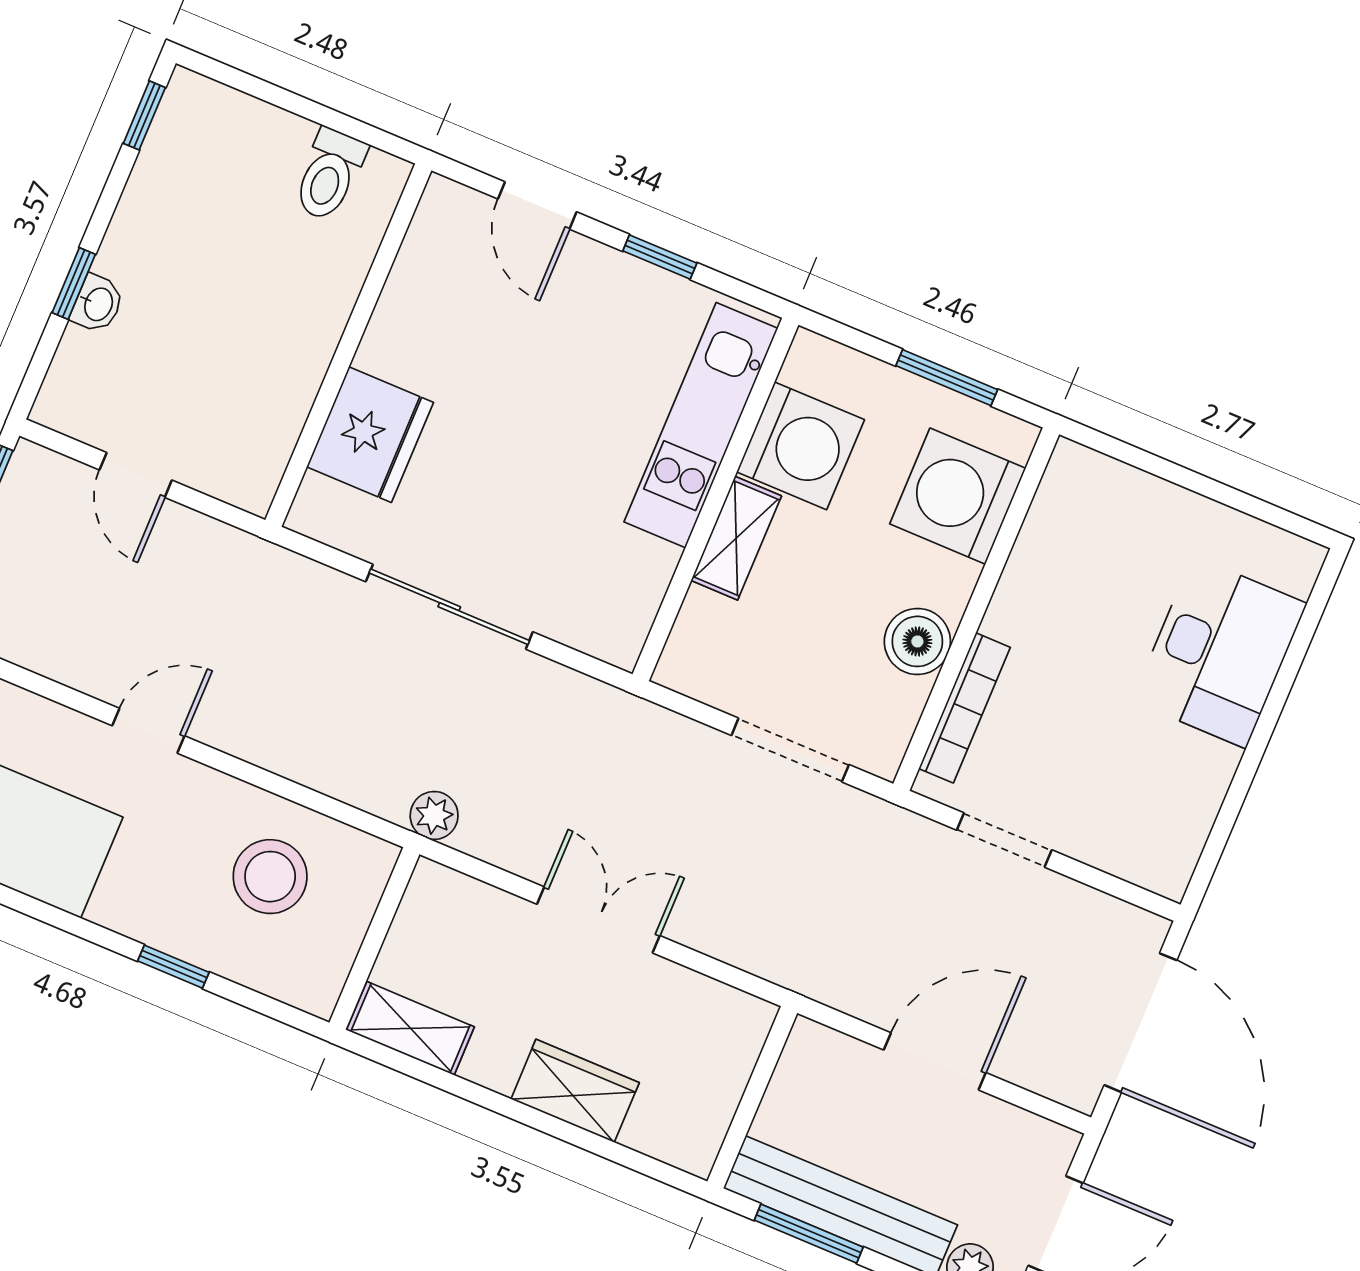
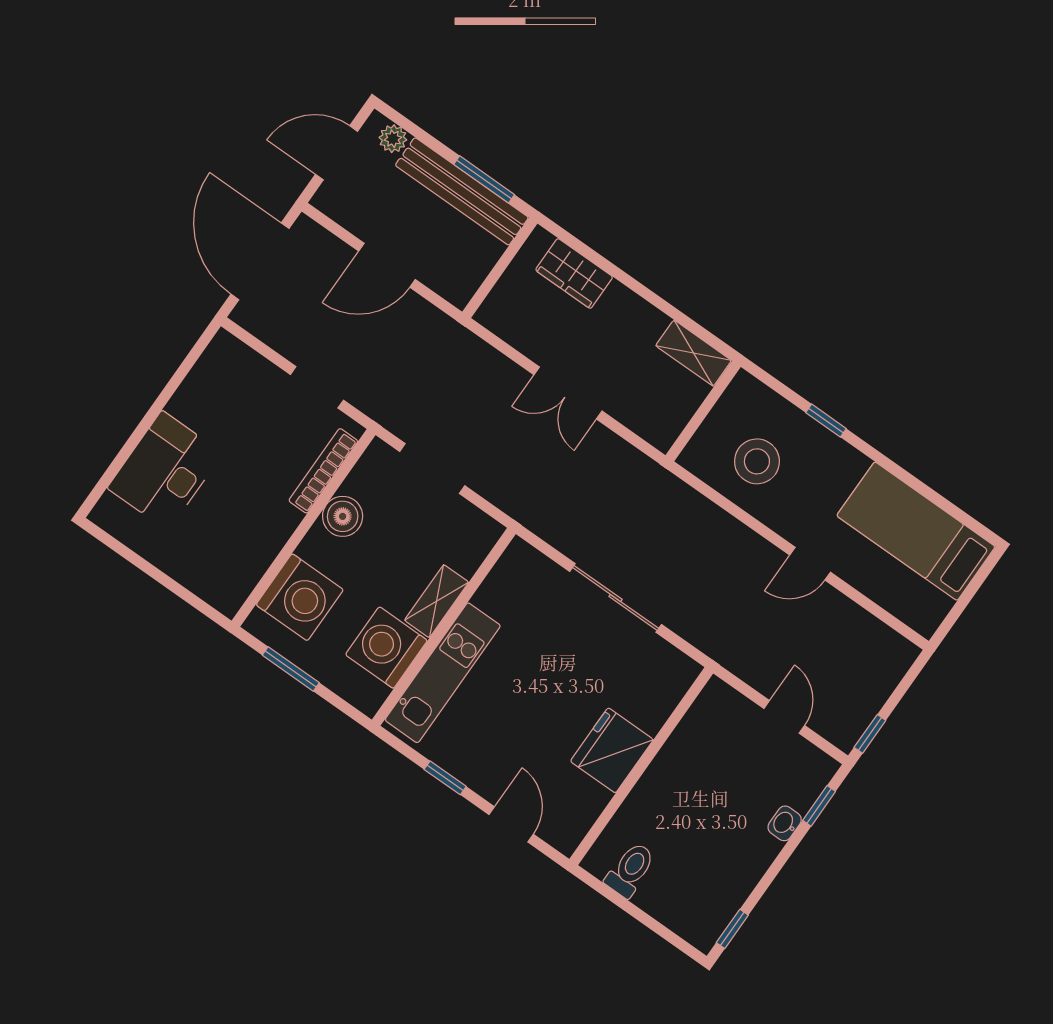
window: (74, 283) -> (819, 806), moved
fridge: (370, 435) -> (612, 750), moved
plant: (434, 815) -> (652, 476), removed
wardrobe: (575, 1091) -> (574, 273), moved

